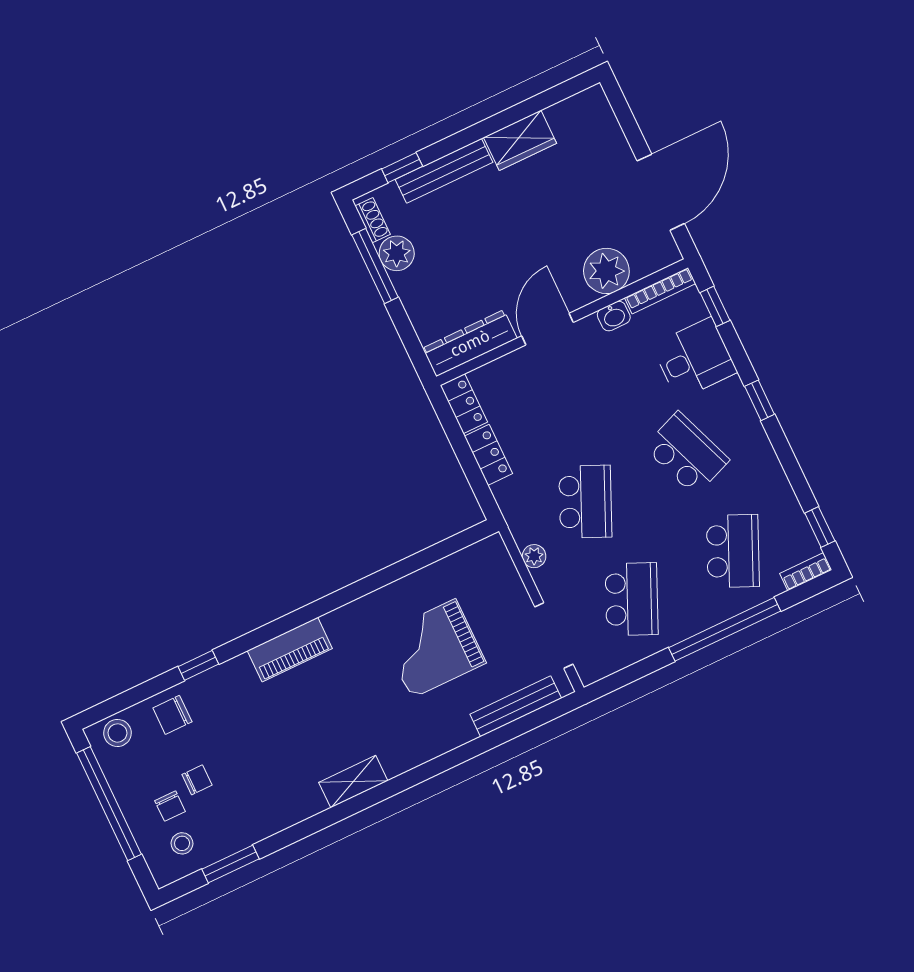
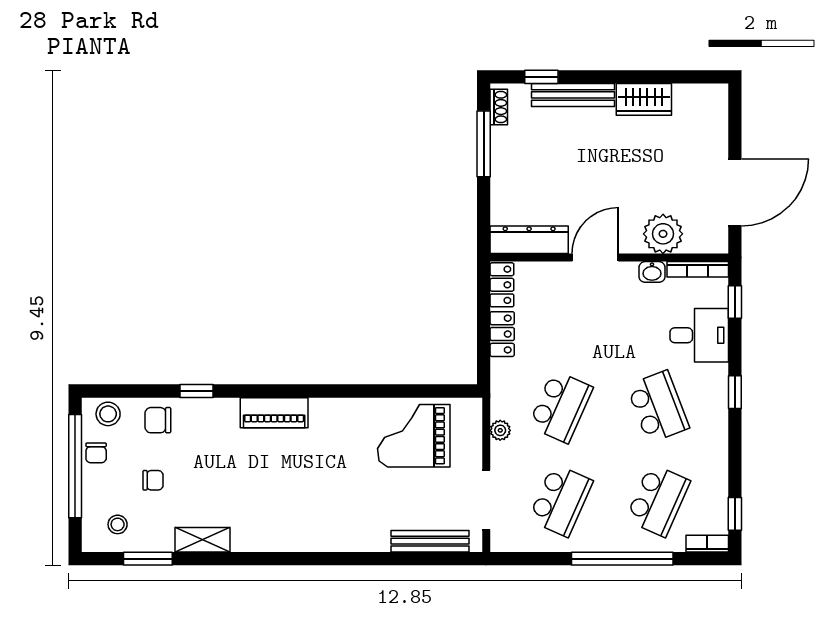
plant: (397, 253) -> (505, 142), removed
grand piano: (434, 648) -> (414, 436), moved
shelving: (353, 782) -> (203, 540), moved
chair: (170, 806) -> (96, 453), moved

